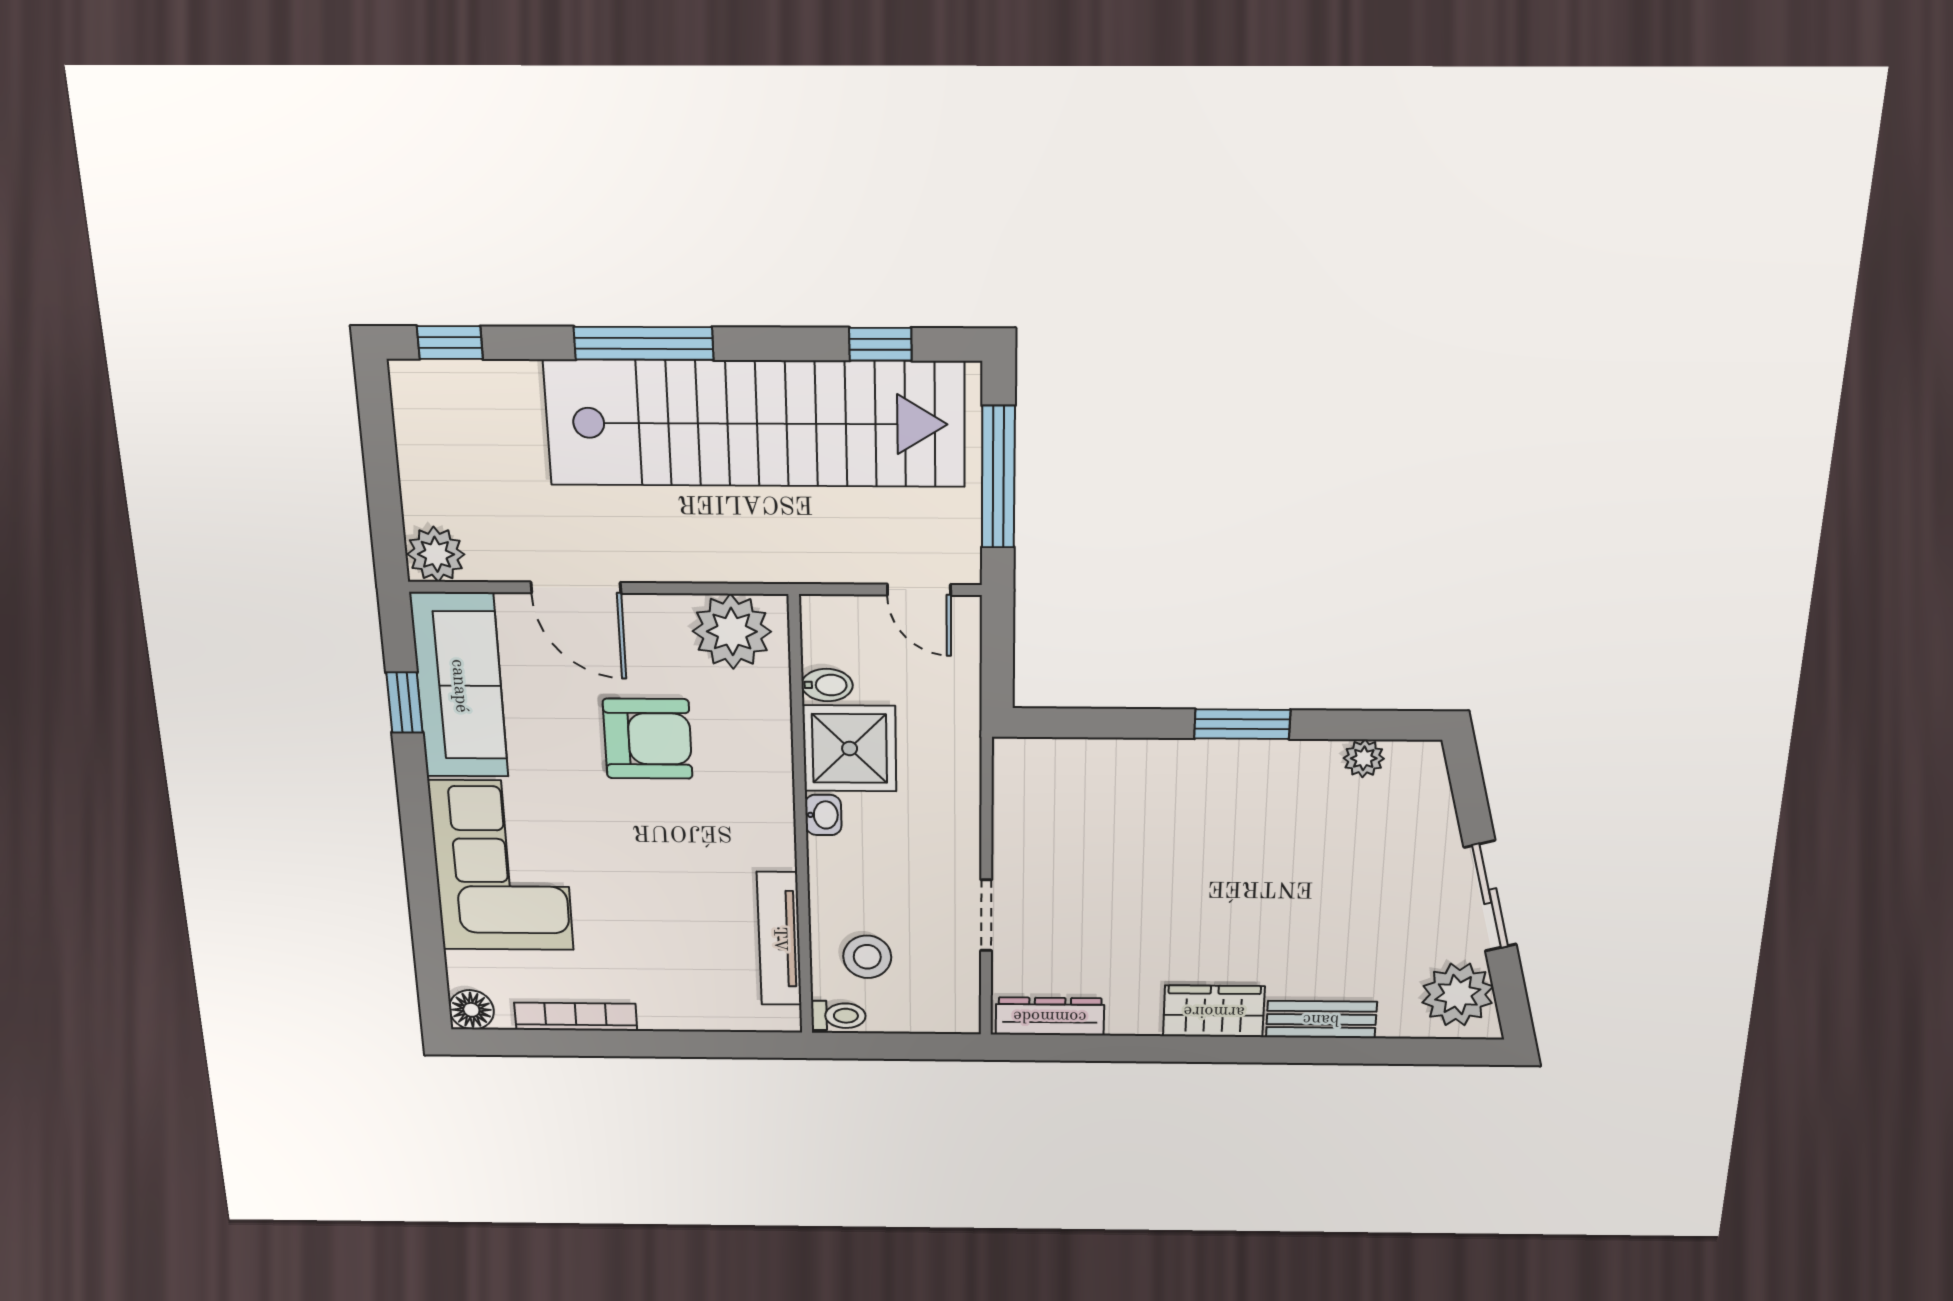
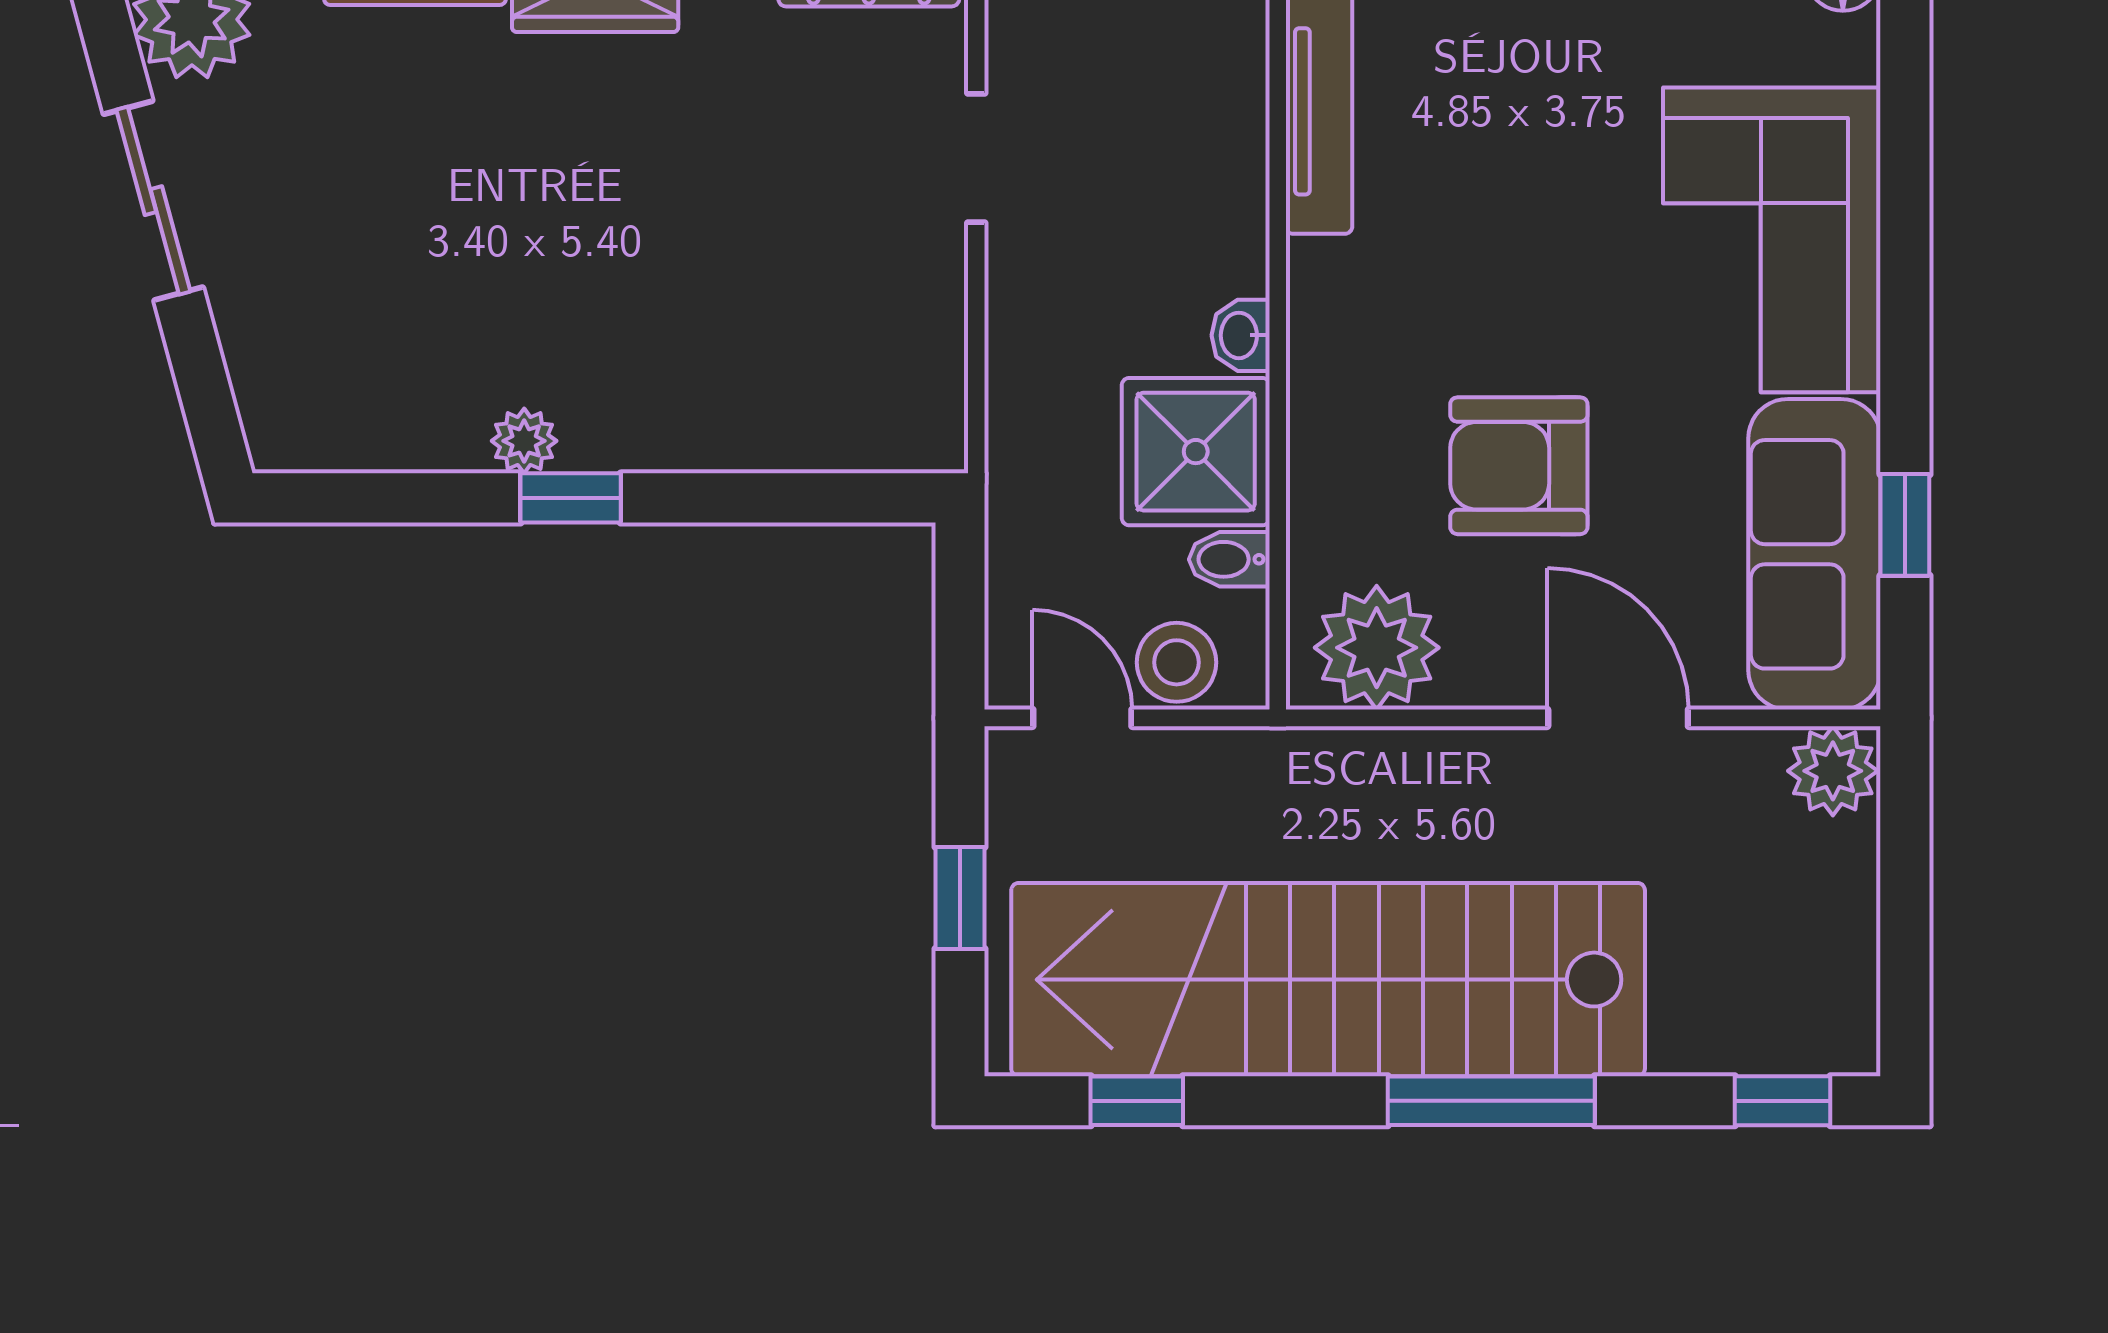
window: (998, 477) -> (960, 898), width x0.46
window: (1242, 724) -> (571, 498), width x0.67
plant: (1364, 758) -> (524, 441), moved
stool: (867, 957) -> (1177, 662), moved

